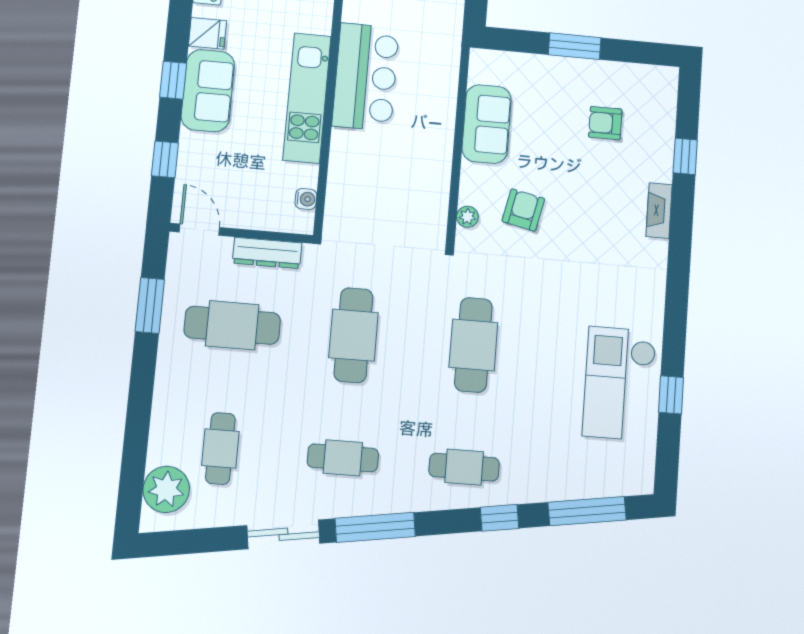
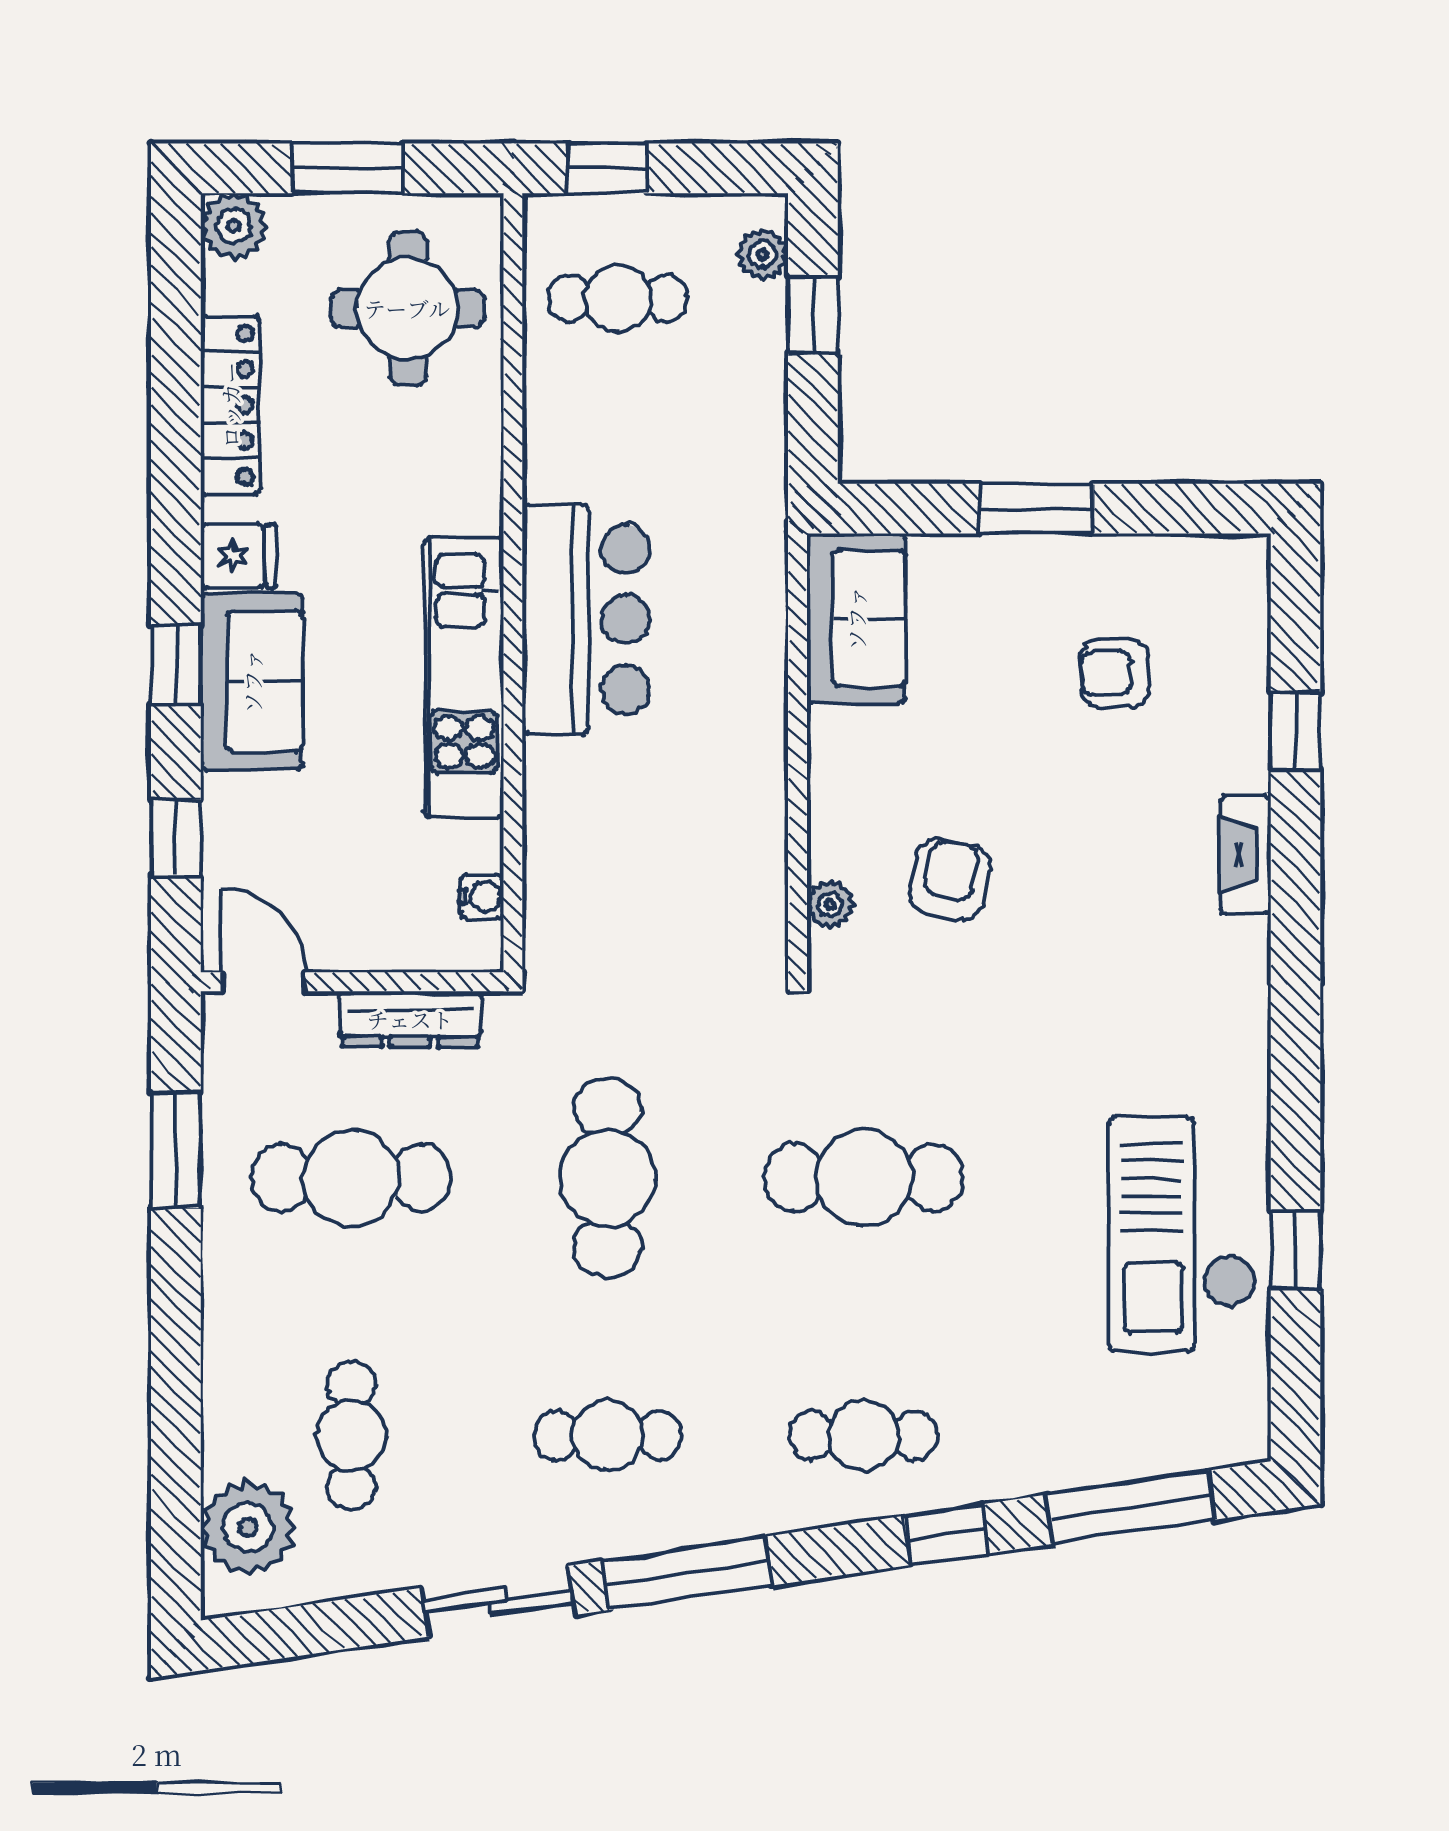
sofa: (487, 124) -> (856, 618), moved
cafe table: (473, 345) -> (864, 1178), turned 90

